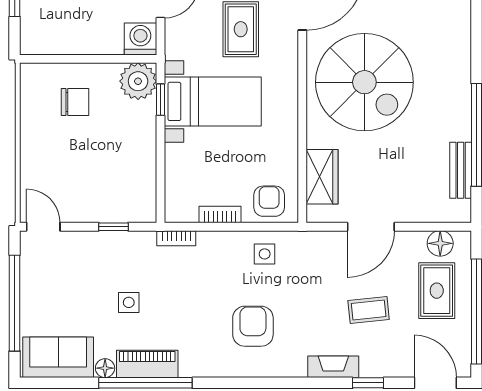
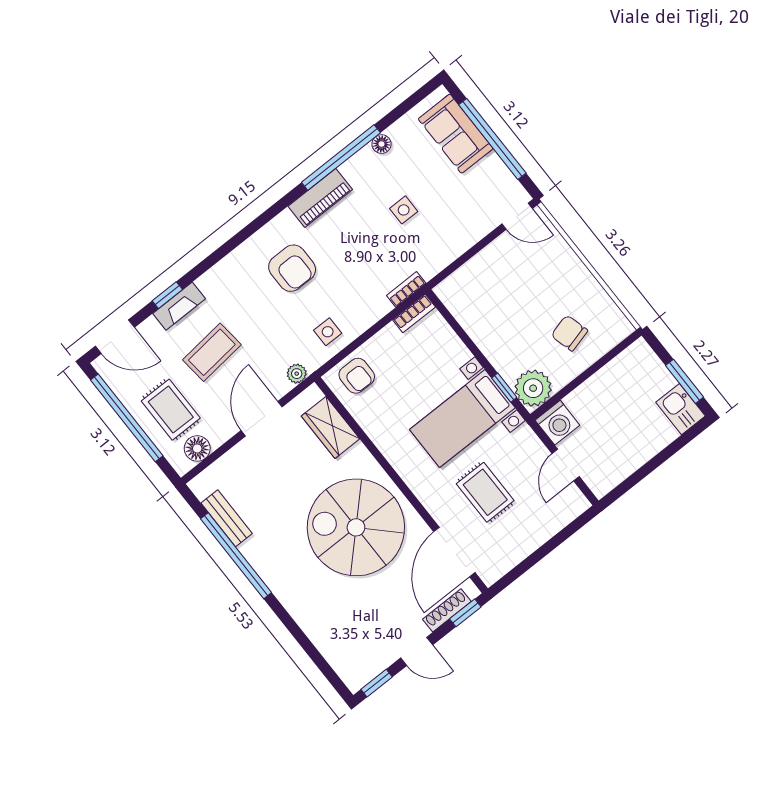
chair: (75, 102) -> (569, 333), turned 75
bookcase: (220, 214) -> (414, 313), moved
window: (113, 227) -> (462, 260), removed
plant: (315, 240) -> (297, 374), added
coffee table: (369, 310) -> (212, 352), width x1.36, depth x1.30
sofa: (58, 357) -> (456, 134), moved, turned 90
piano: (147, 364) -> (320, 198), moved
fireplace: (333, 367) -> (179, 306), moved

